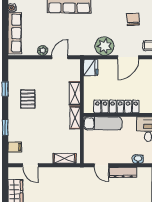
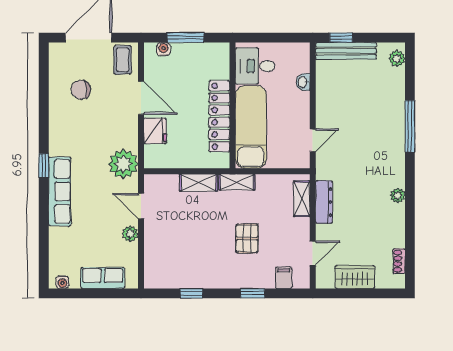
row of seats: (15, 33) -> (103, 278), width x0.68
plant: (104, 46) -> (123, 164), moved
fridge: (91, 68) -> (155, 131), moved, turned 90
pallet: (28, 99) -> (247, 238), moved, turned 90
exam couch: (103, 123) -> (251, 127), width x1.36, depth x1.45
dresser: (123, 172) -> (324, 202), moved

